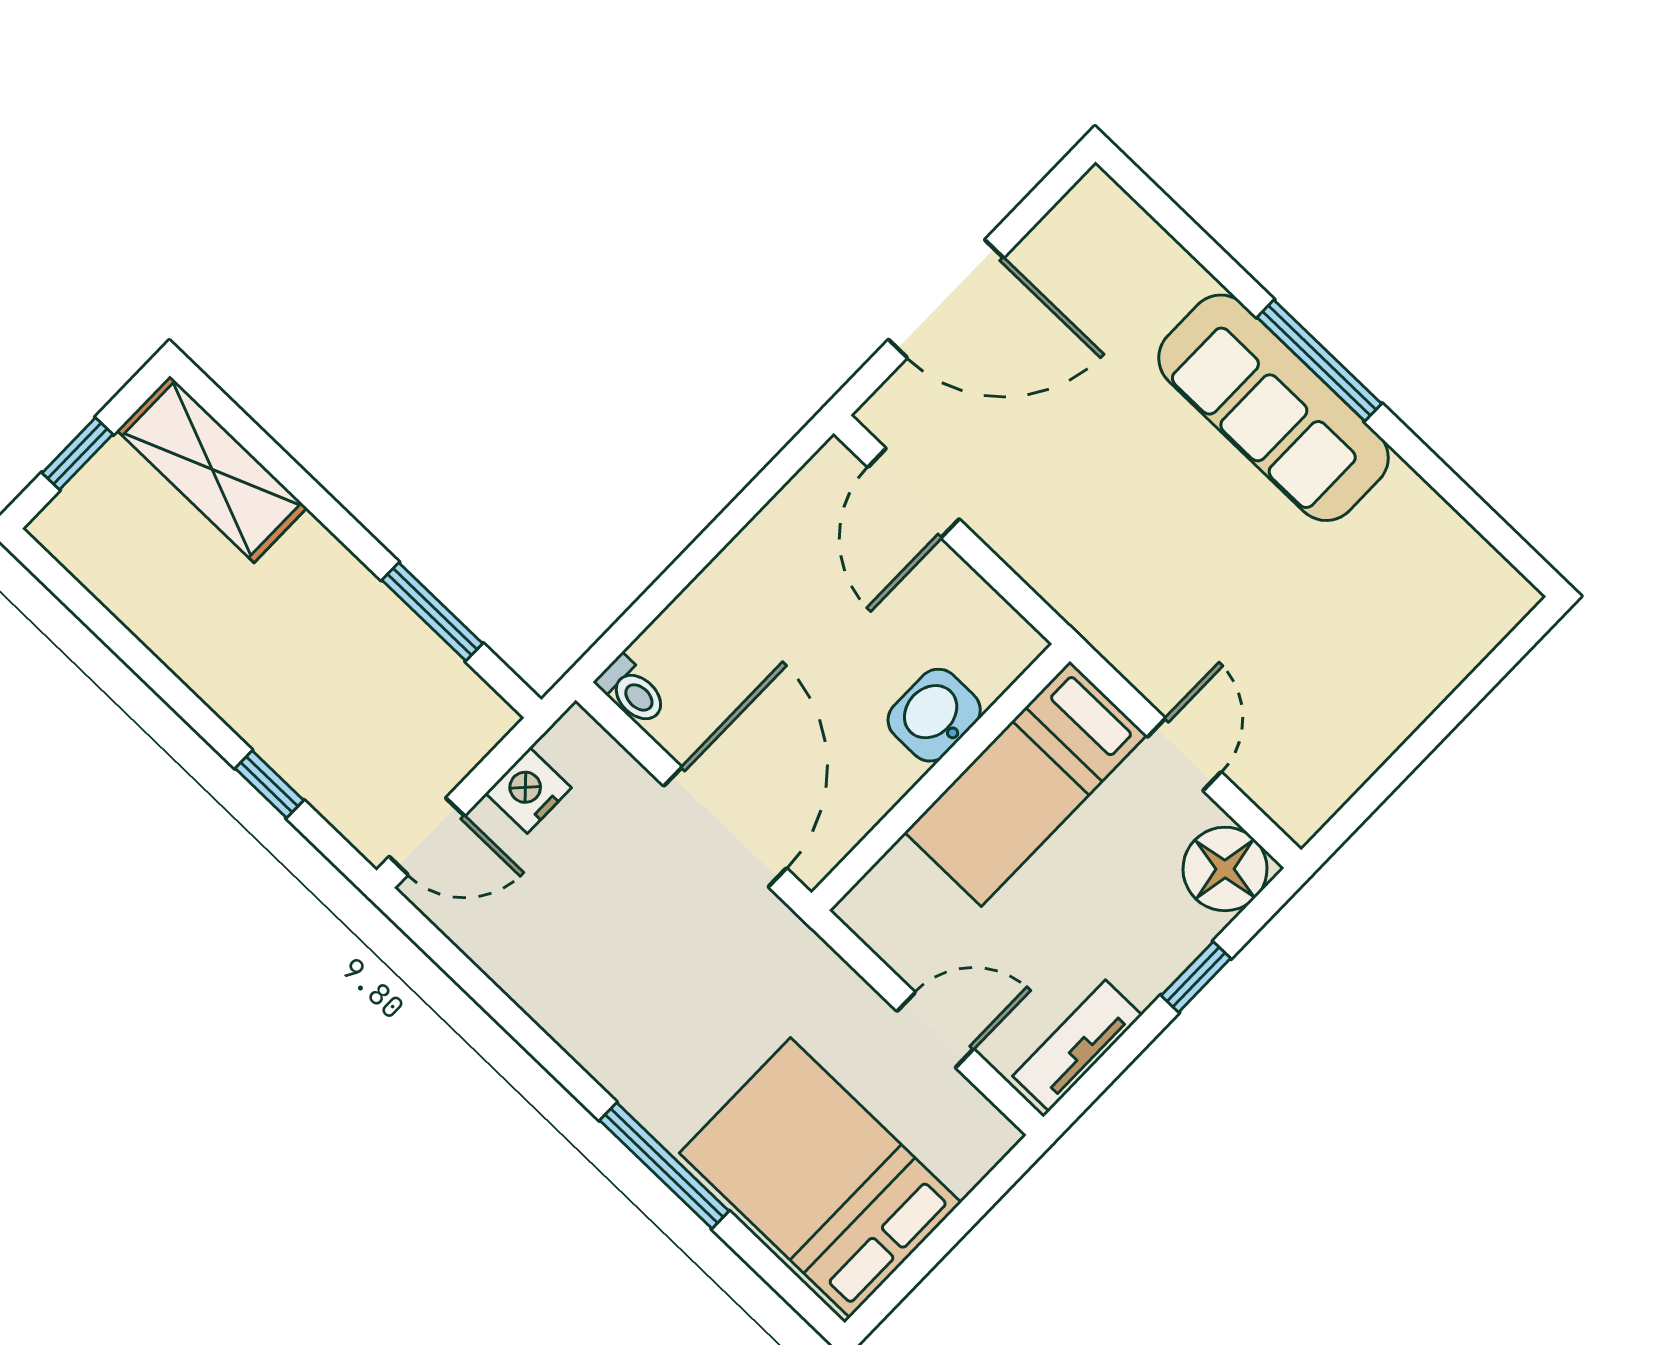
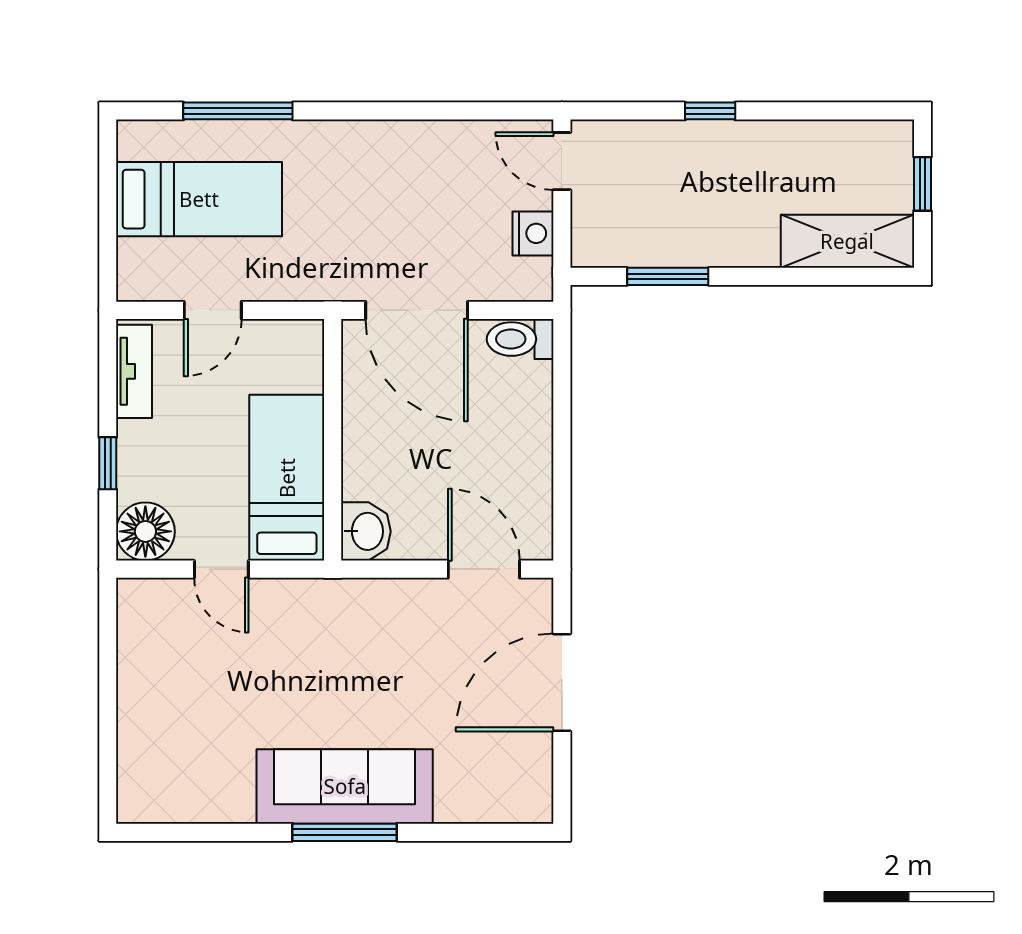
toilet: (632, 691) -> (520, 339), width x1.37, depth x1.39
washbasin: (934, 715) -> (366, 531), moved
window: (269, 784) -> (710, 111), moved
door: (427, 836) -> (562, 161), hinge flipped
window: (664, 1166) -> (238, 111), moved
bed: (820, 1178) -> (199, 199), width x0.67

